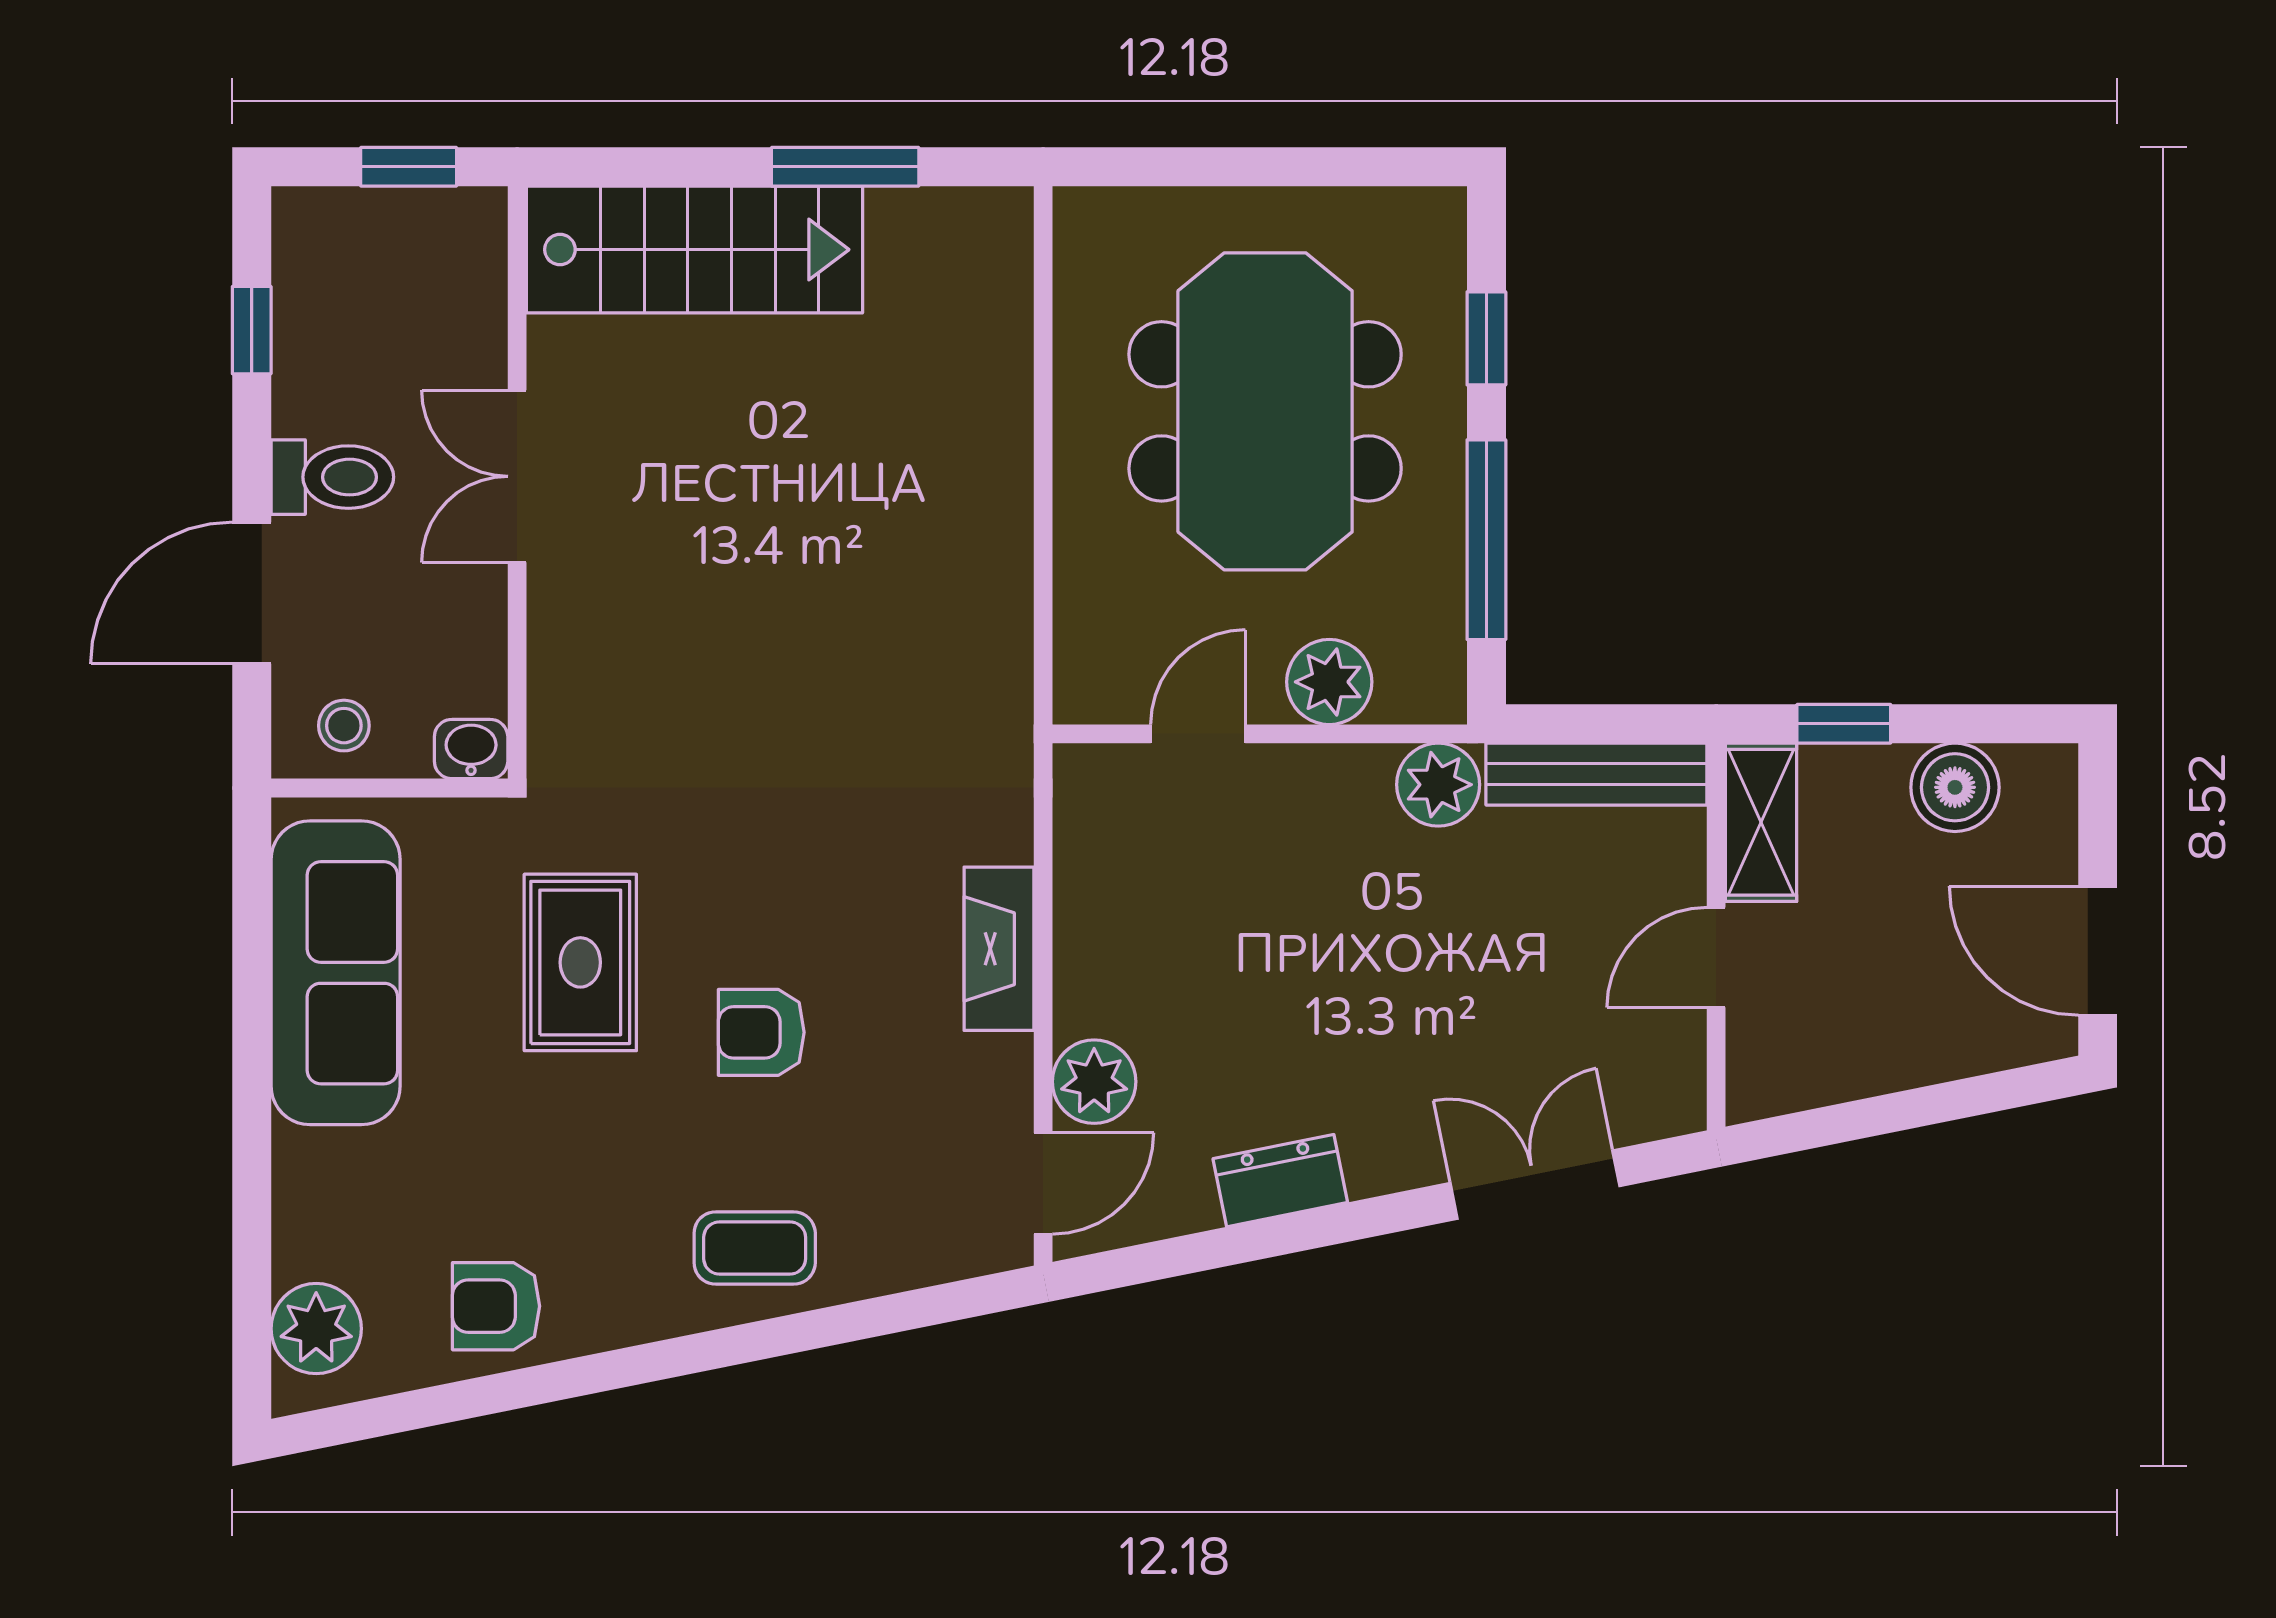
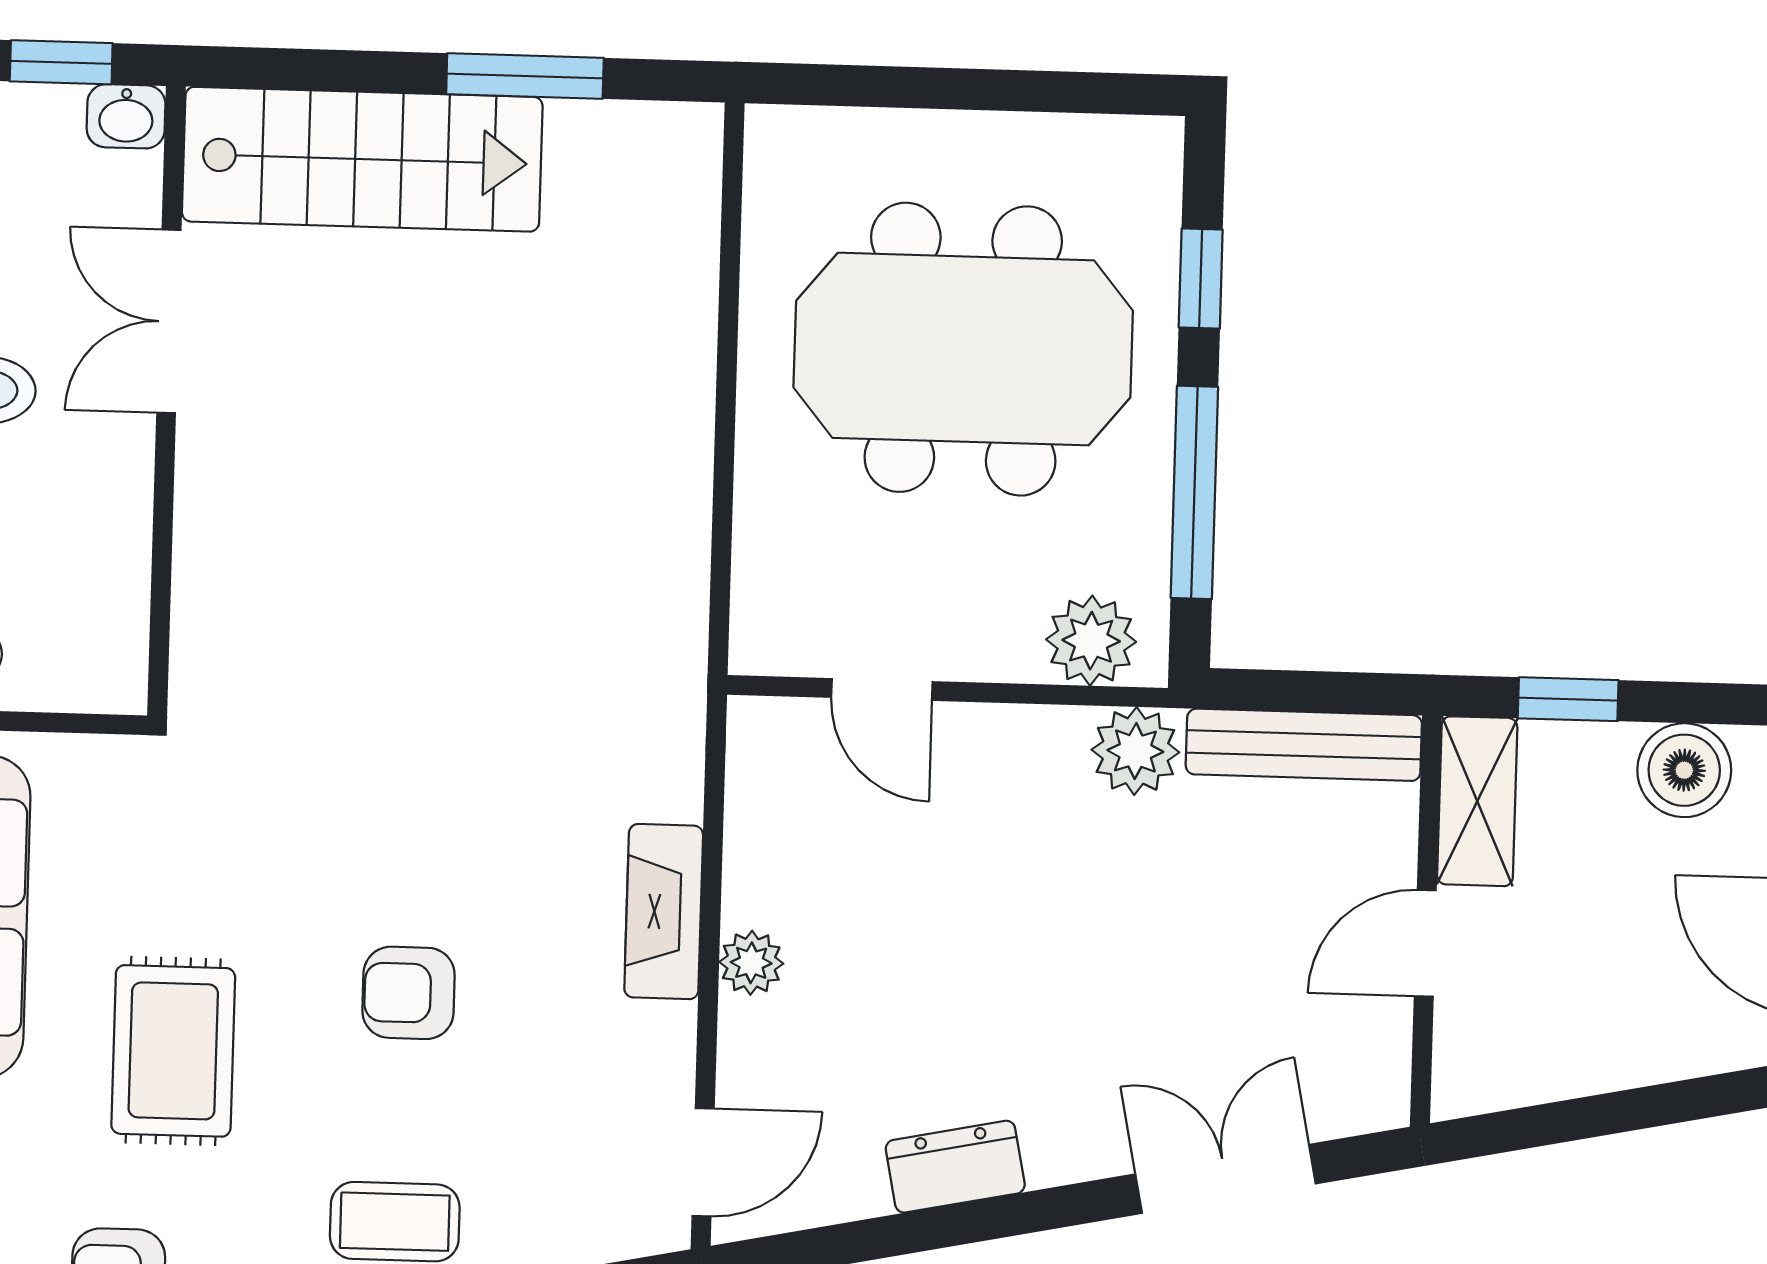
meeting table: (1265, 411) -> (963, 349), turned 90
double door: (517, 476) -> (169, 321), moved
plant: (1329, 682) -> (1091, 641), moved
door: (1198, 734) -> (882, 690), swing flipped
washbasin: (471, 749) -> (126, 116), moved, turned 180
rug: (580, 962) -> (173, 1051), moved
plant: (1094, 1082) -> (751, 963), moved, width x0.73, depth x0.73

